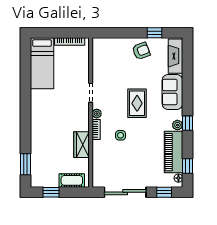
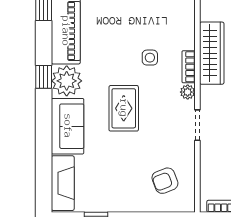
armchair: (141, 51) -> (165, 181), moved
plant: (177, 125) -> (67, 81), width x1.87, depth x1.87
wardrobe: (81, 145) -> (212, 53), width x1.50

